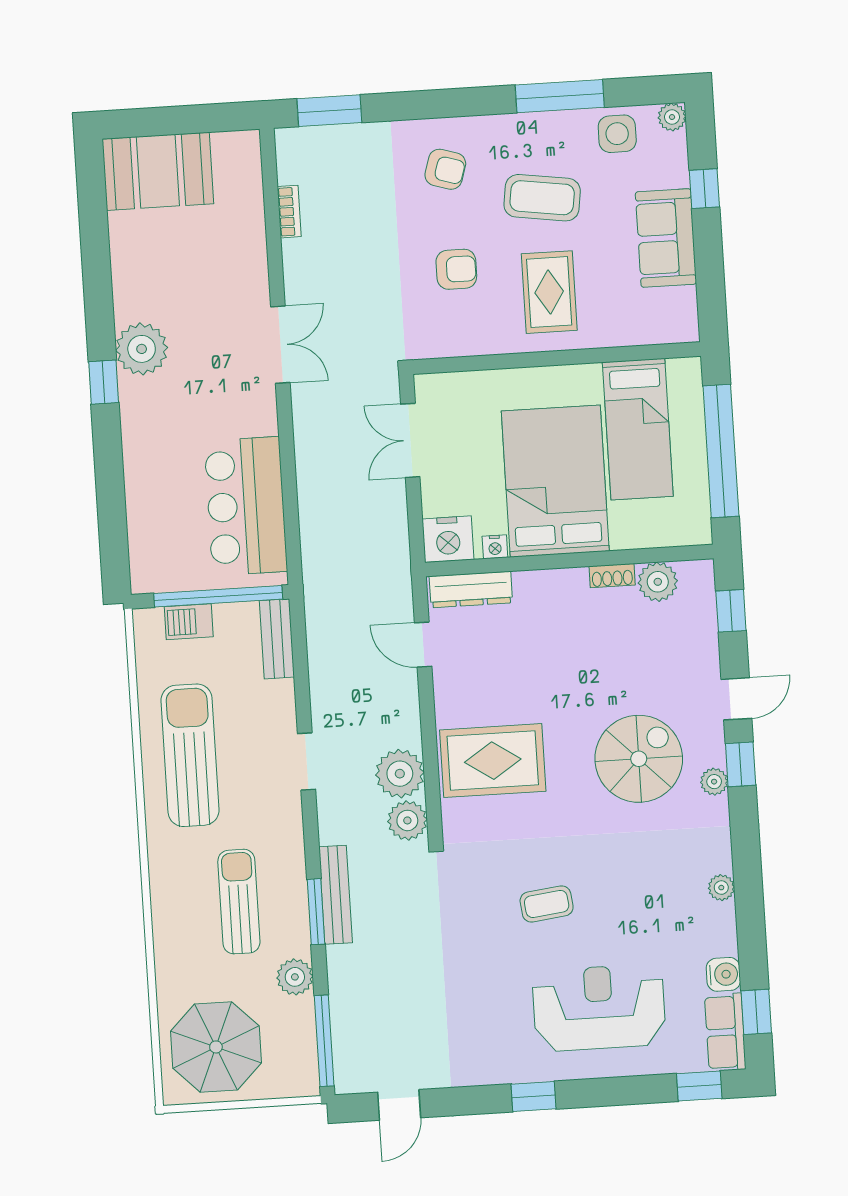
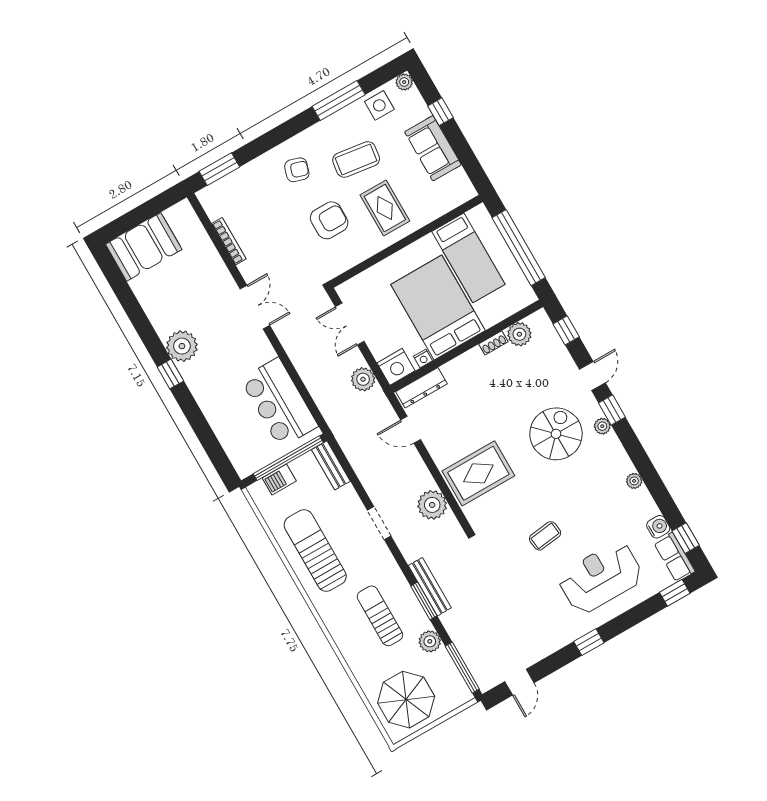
bookcase: (289, 212) -> (229, 241), width x1.56
armchair: (456, 269) -> (329, 220), width x1.38, depth x1.38
plant: (407, 820) -> (363, 379), moved

